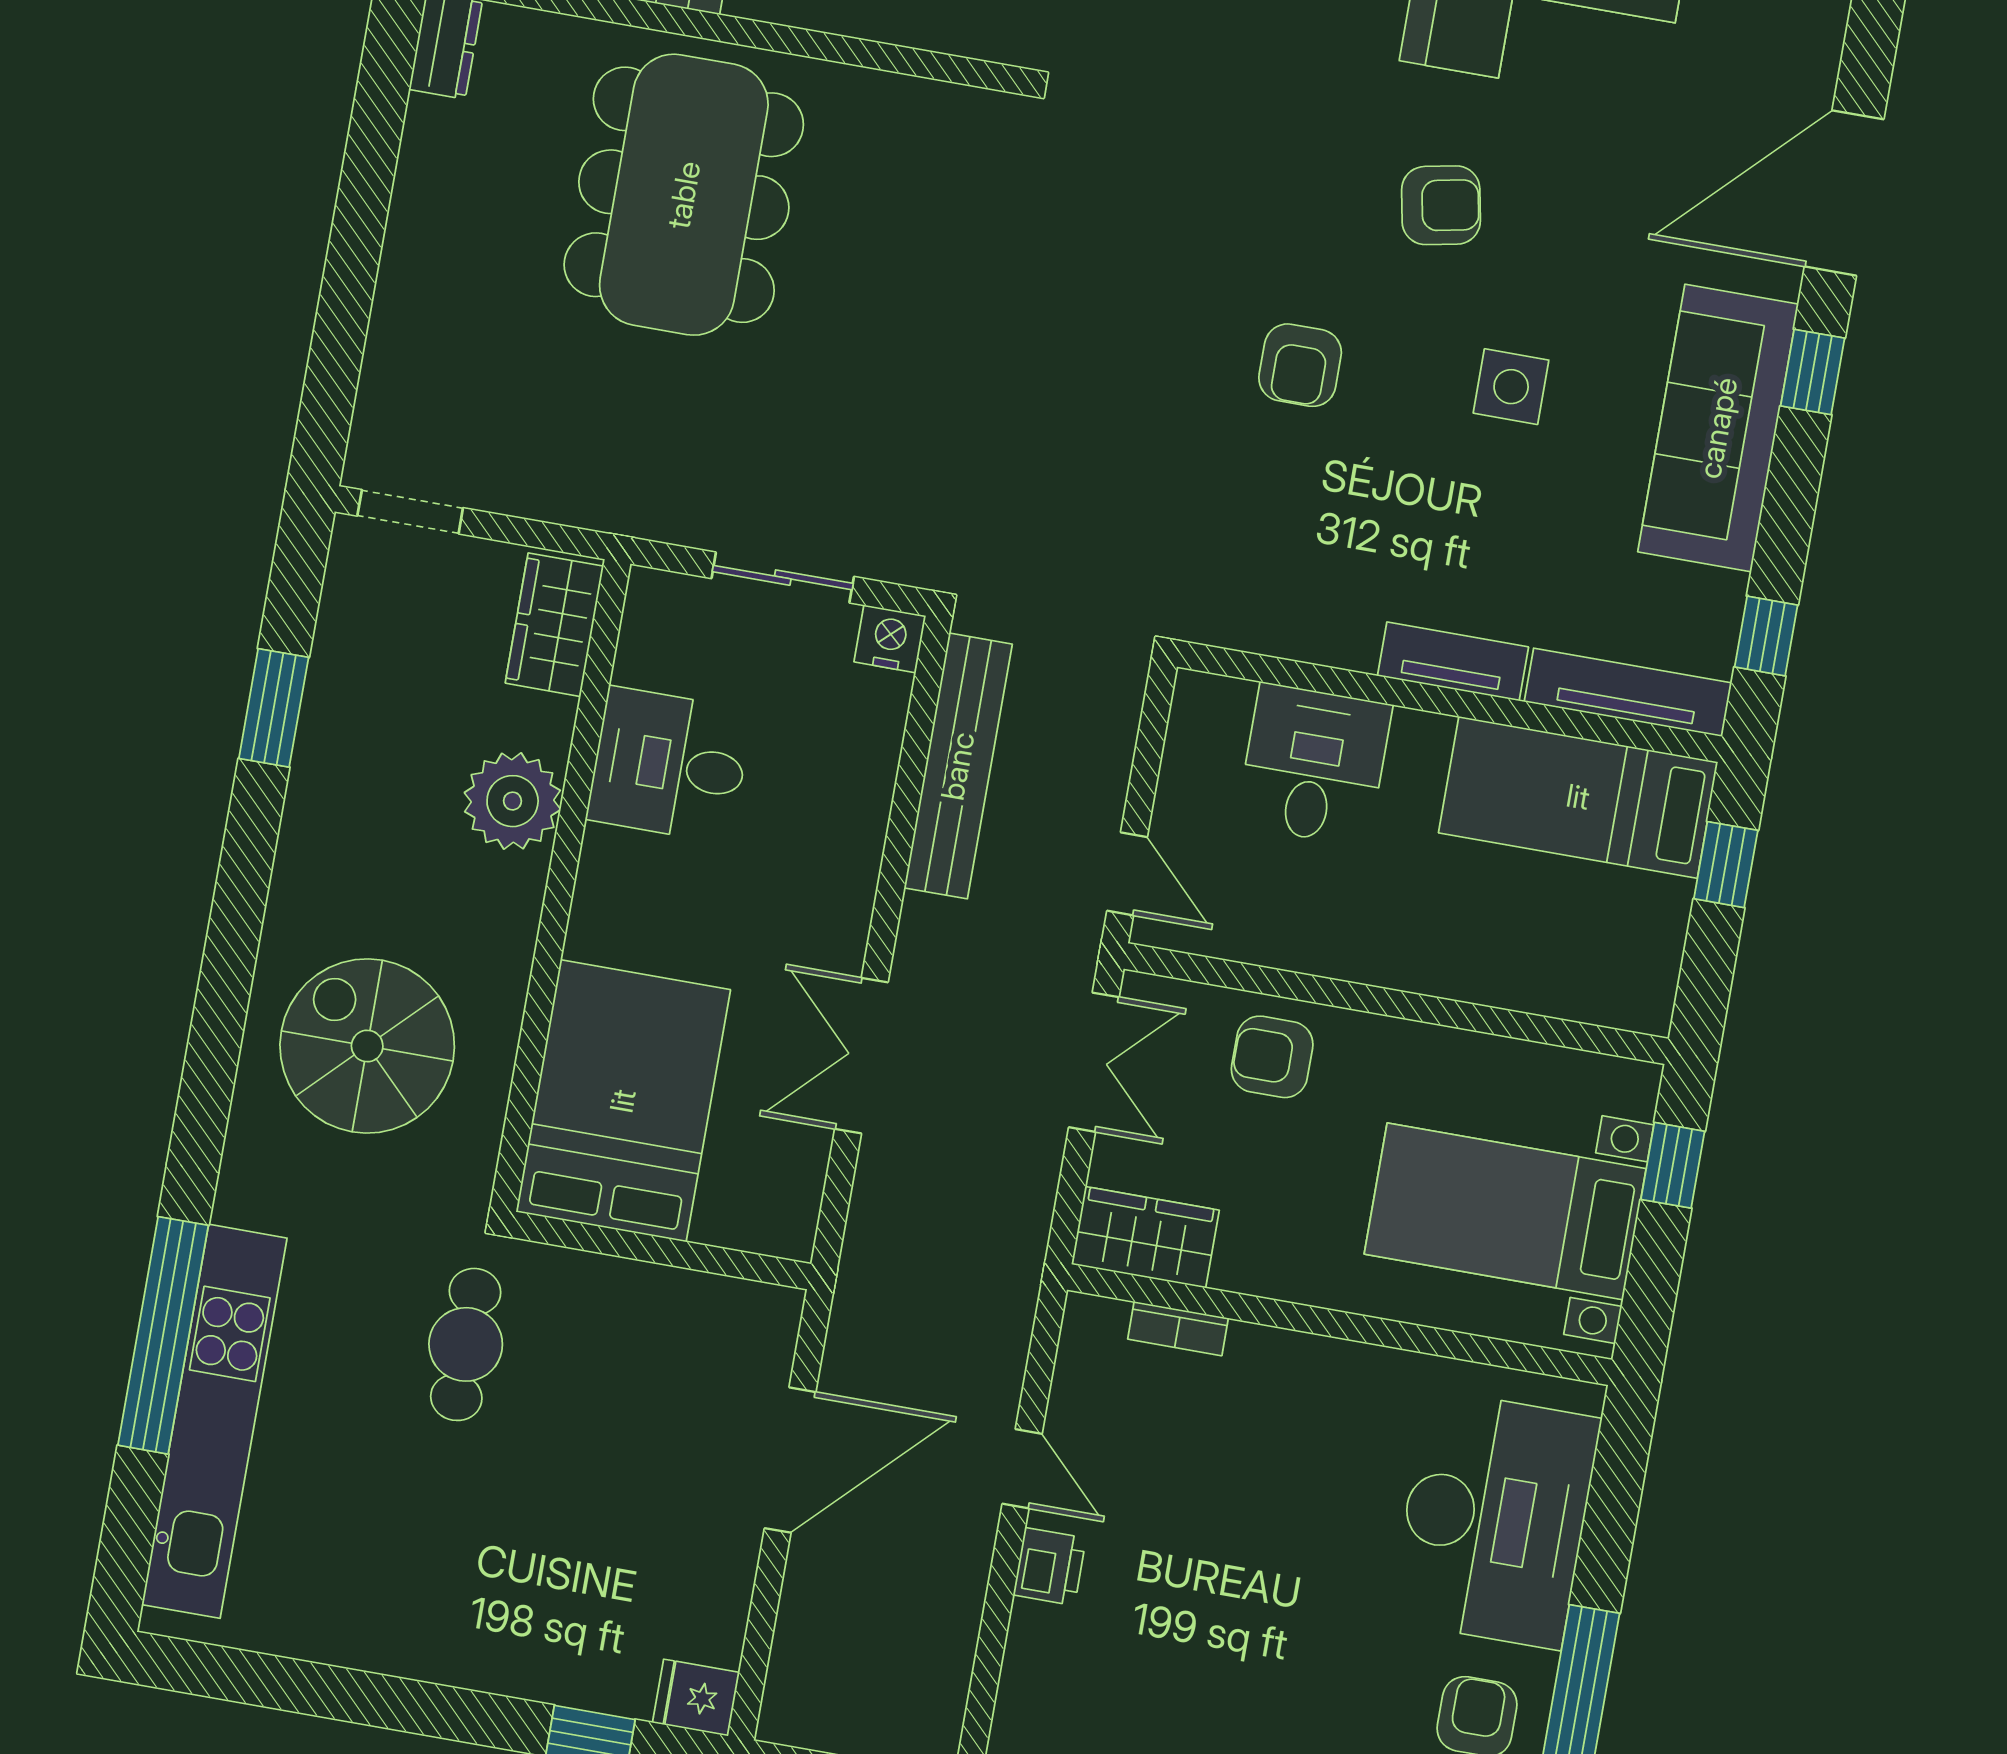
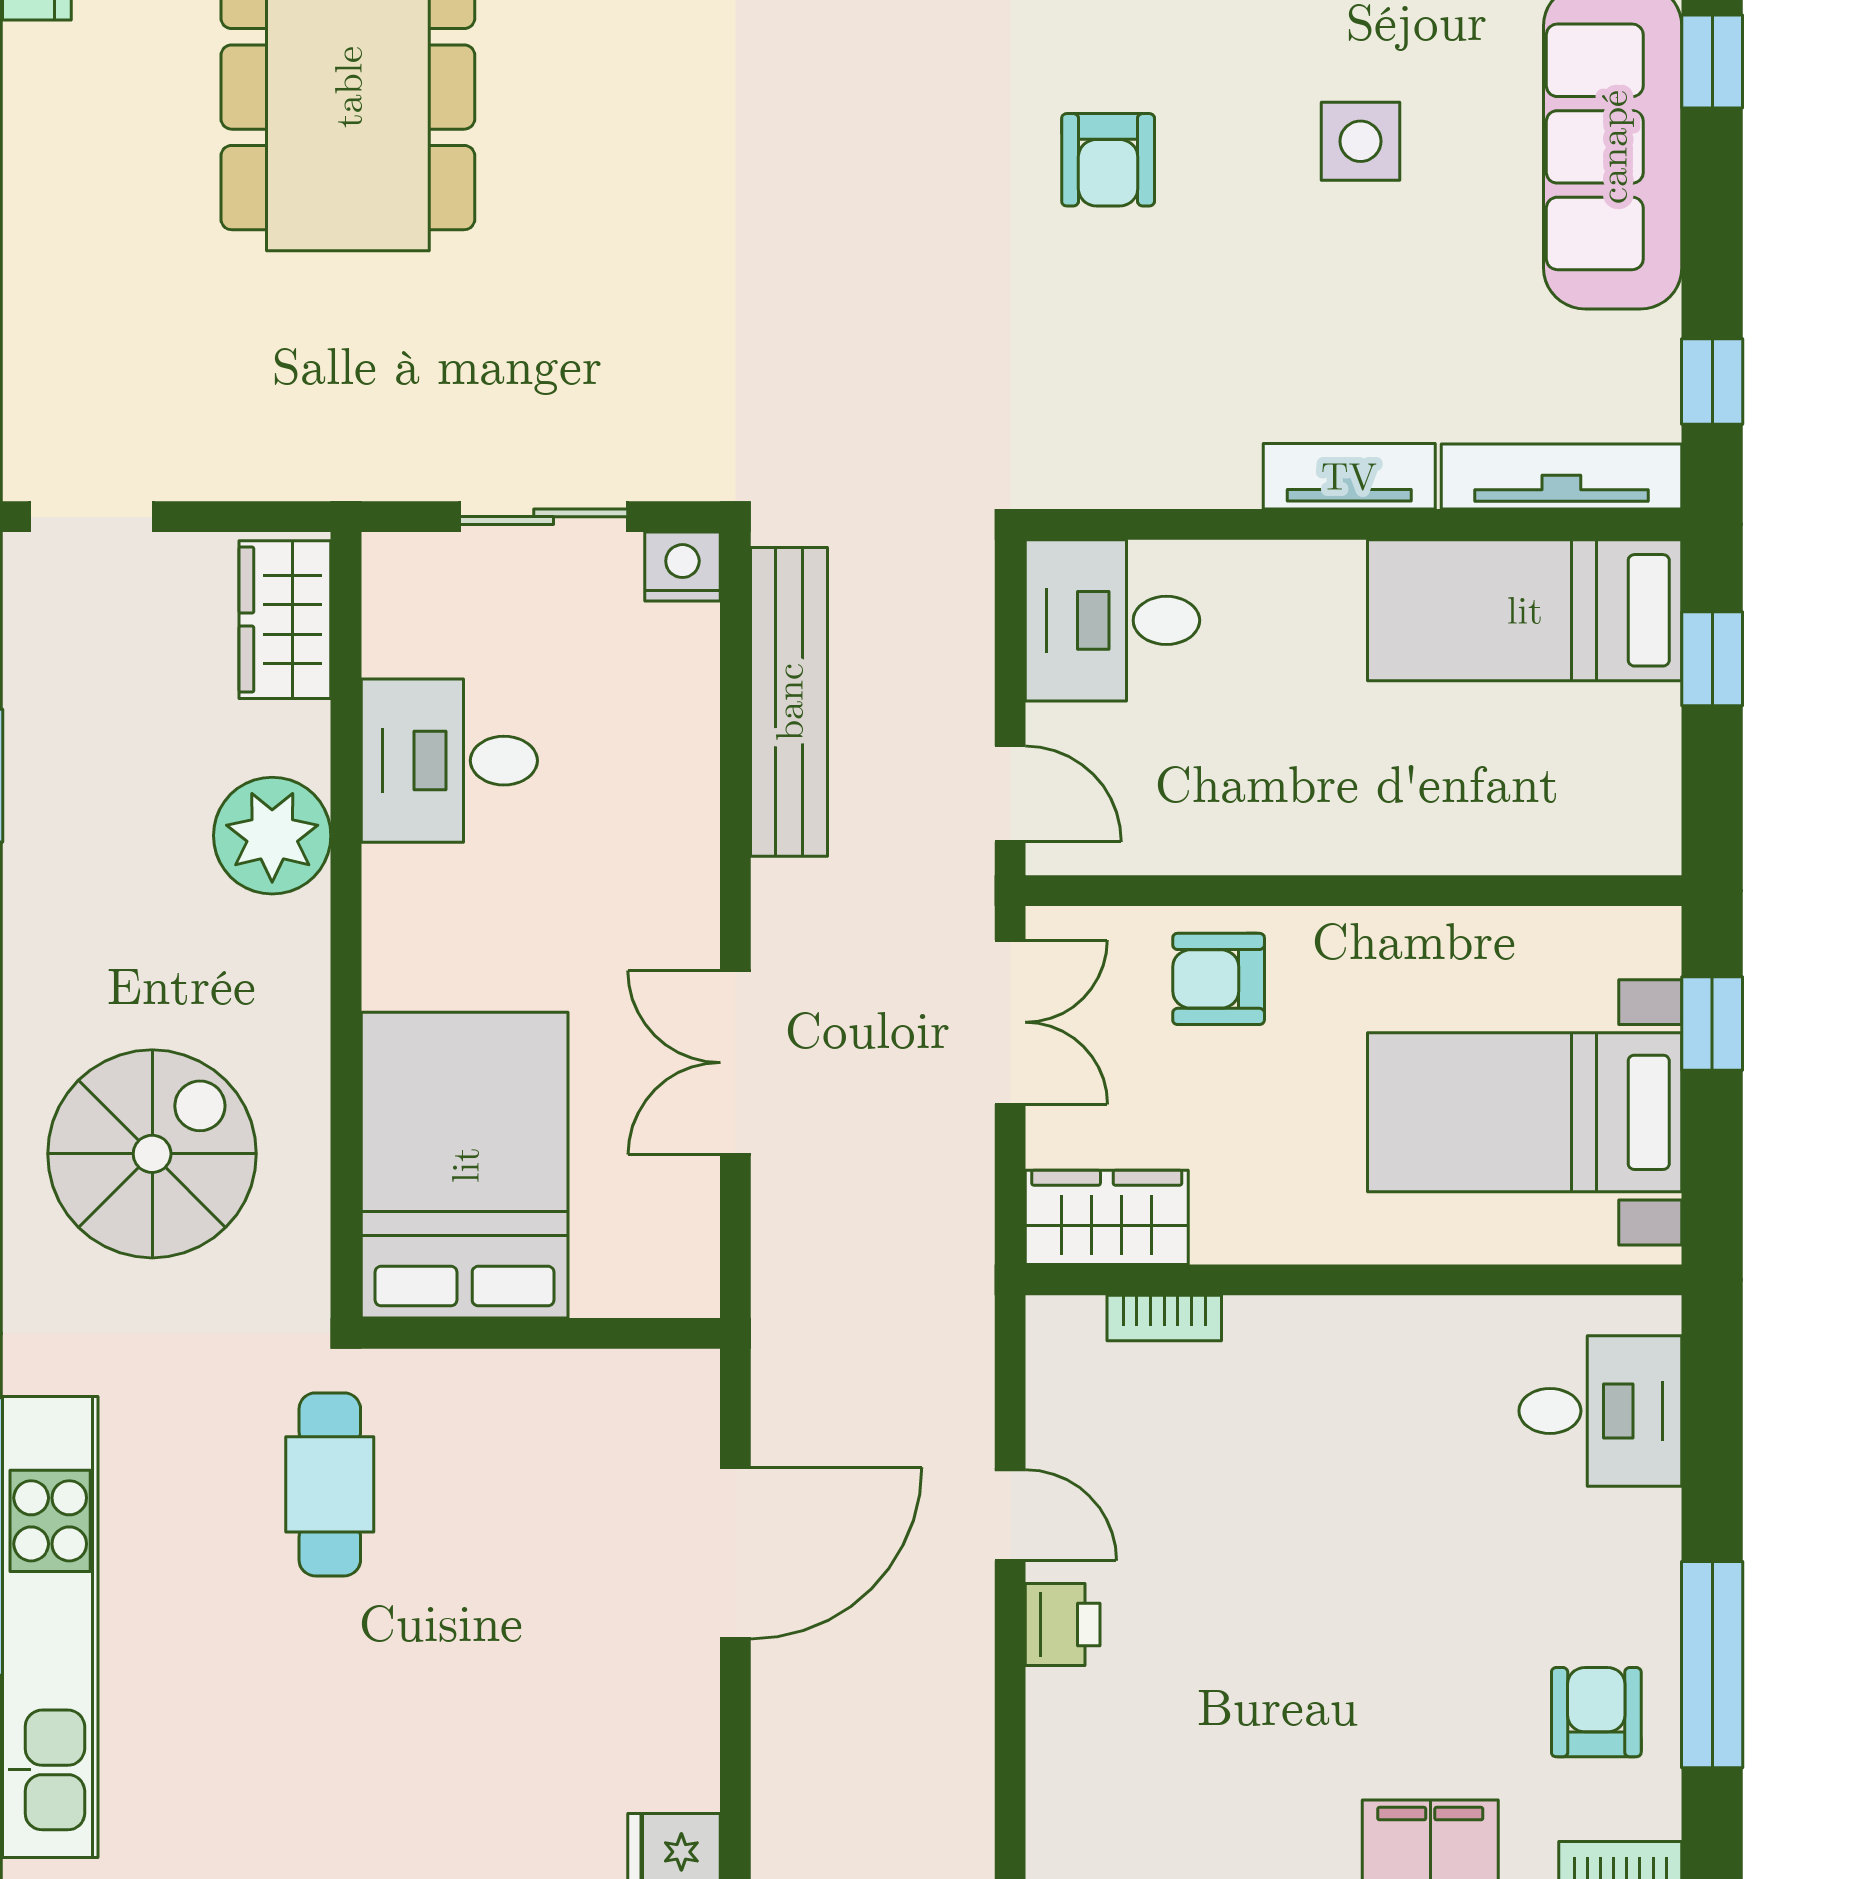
desk: (1314, 765) -> (1112, 620), moved, turned -90
spiral stairs: (367, 1046) -> (152, 1154), turned 90
desk: (1494, 1519) -> (1600, 1411), width x0.53, depth x0.77

